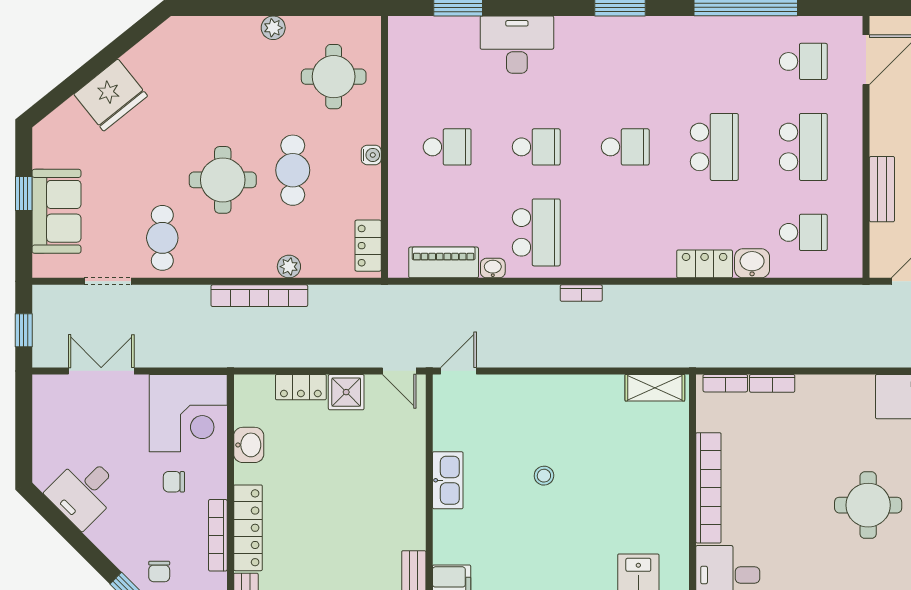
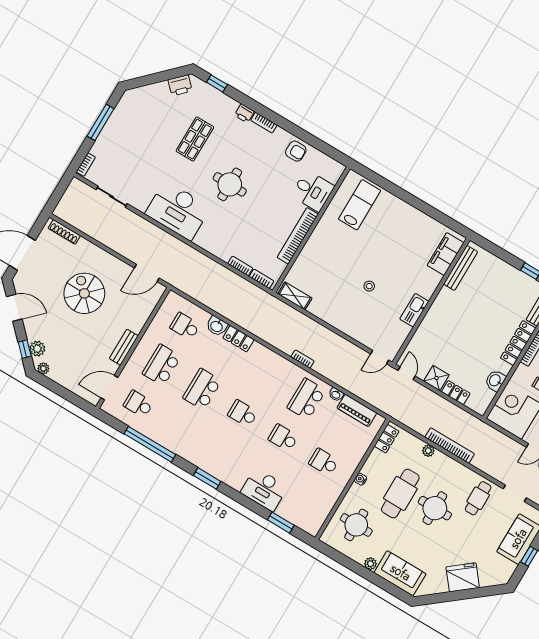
sofa: (216, 41) -> (400, 573), added
cafe table: (293, 170) -> (400, 494), width x1.37, depth x1.35
bench: (882, 189) -> (124, 347), moved

